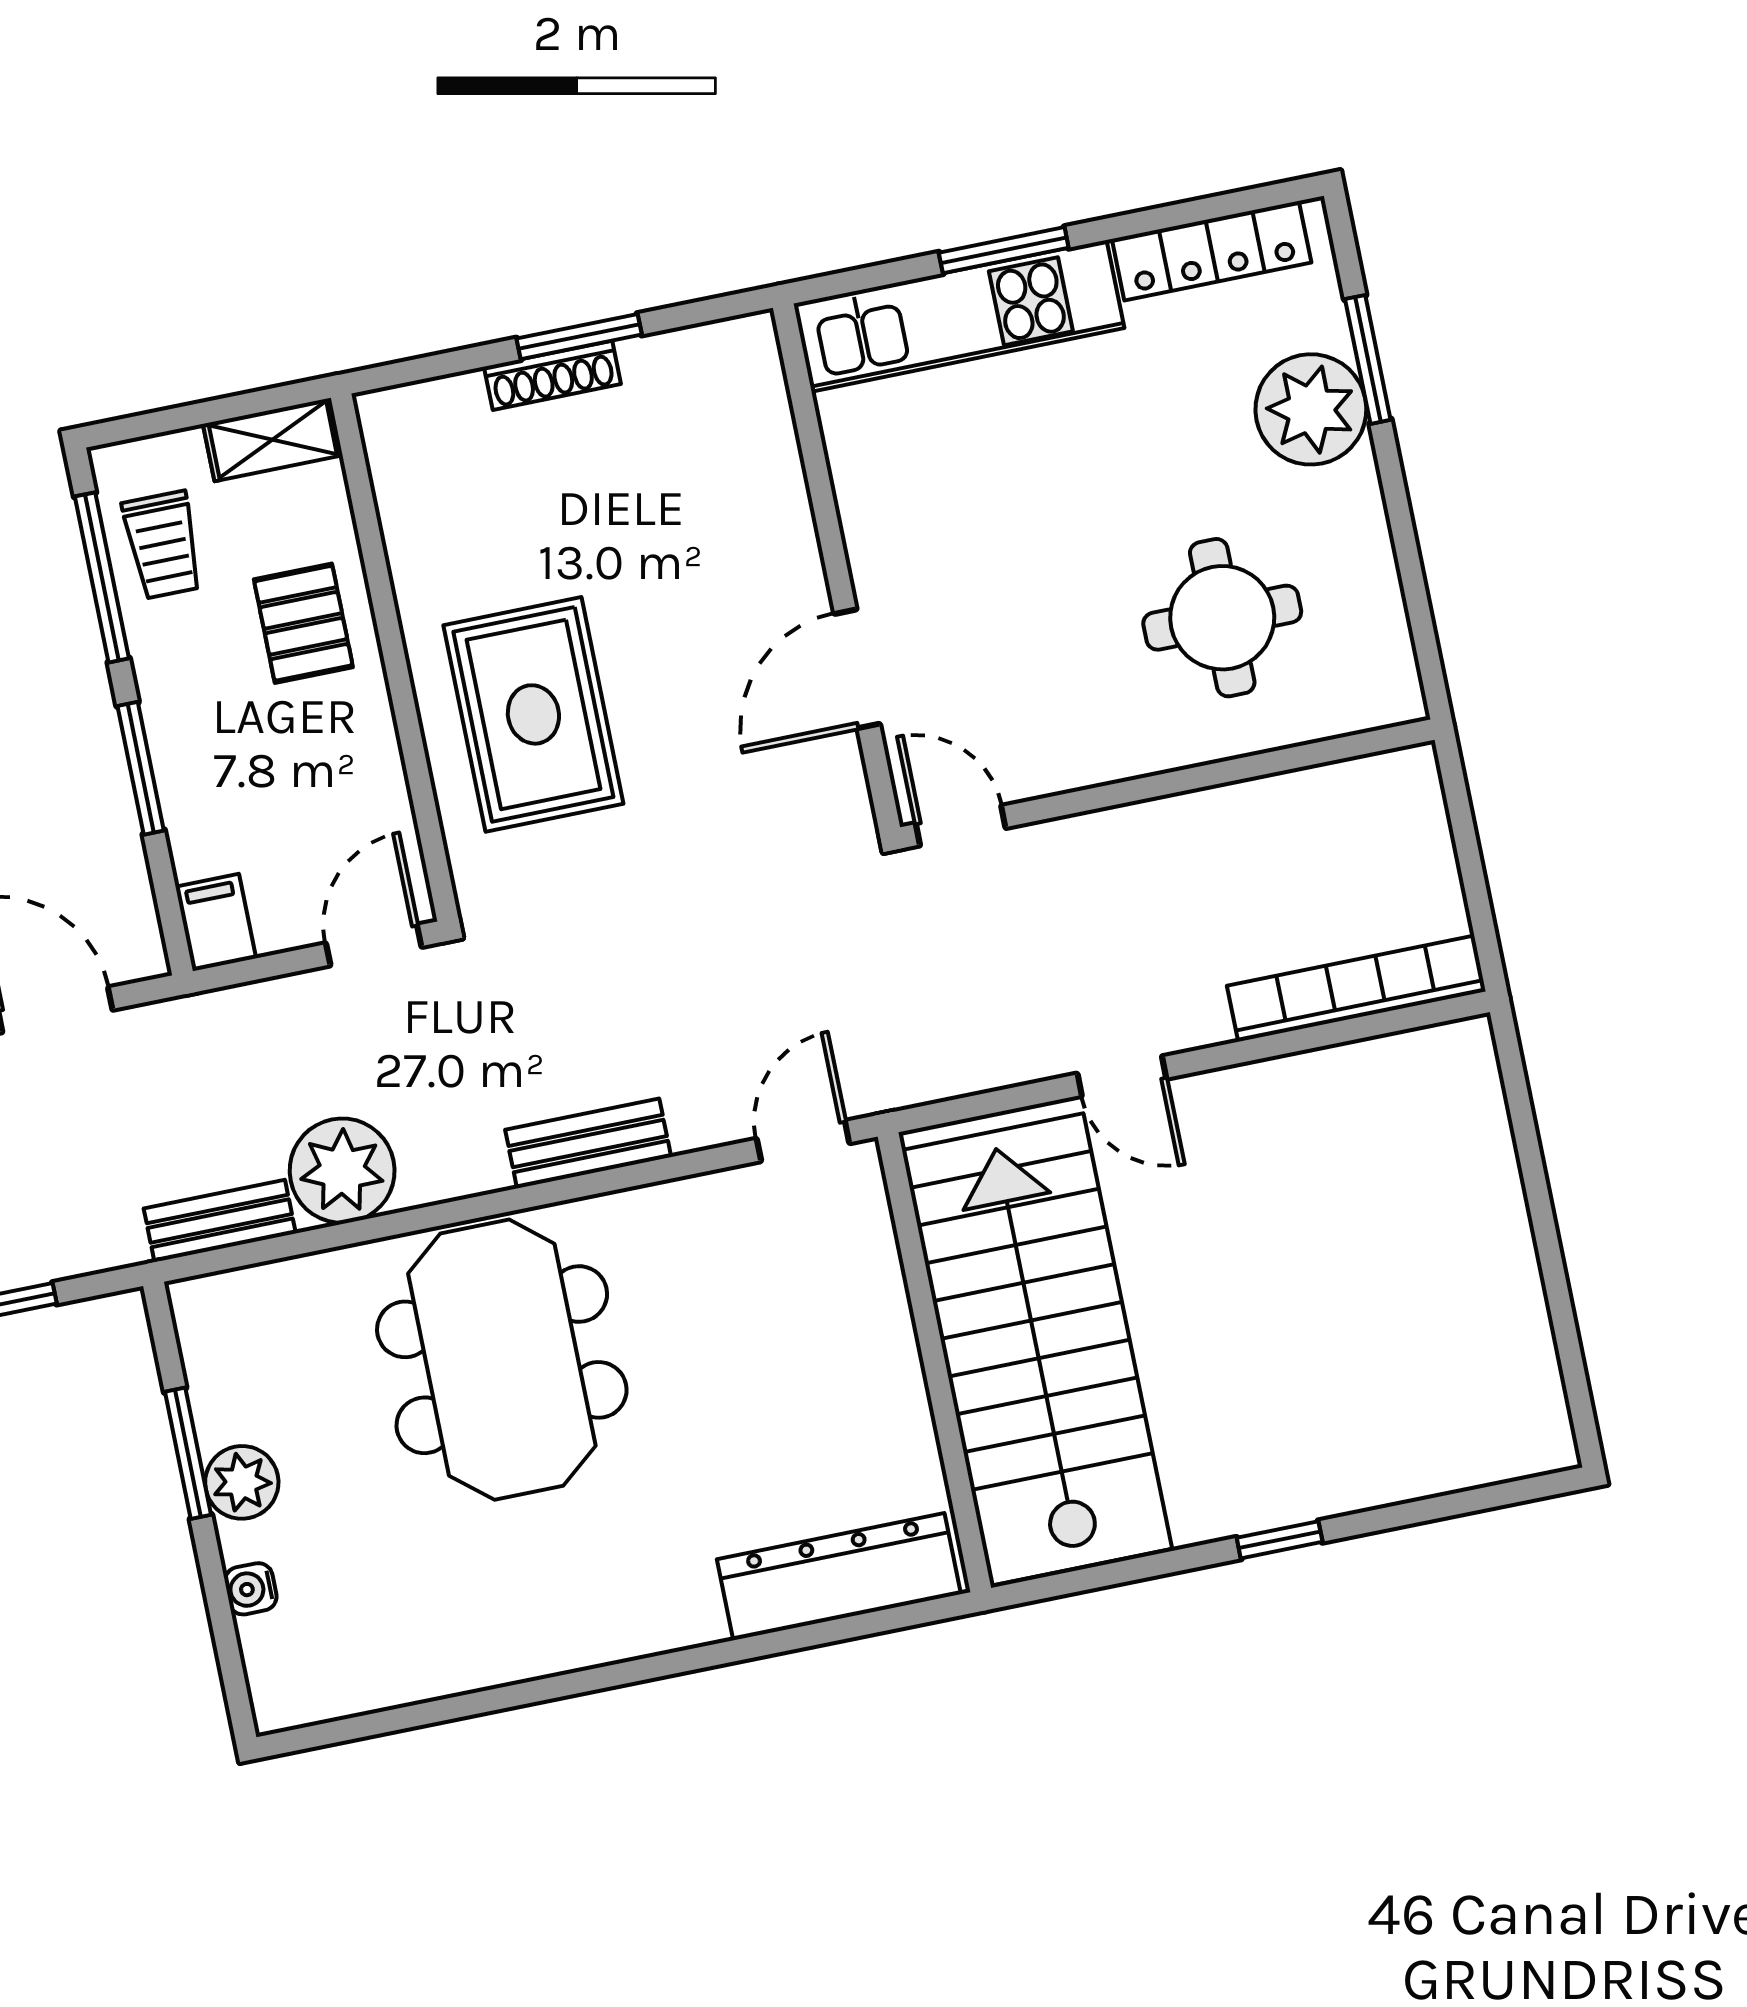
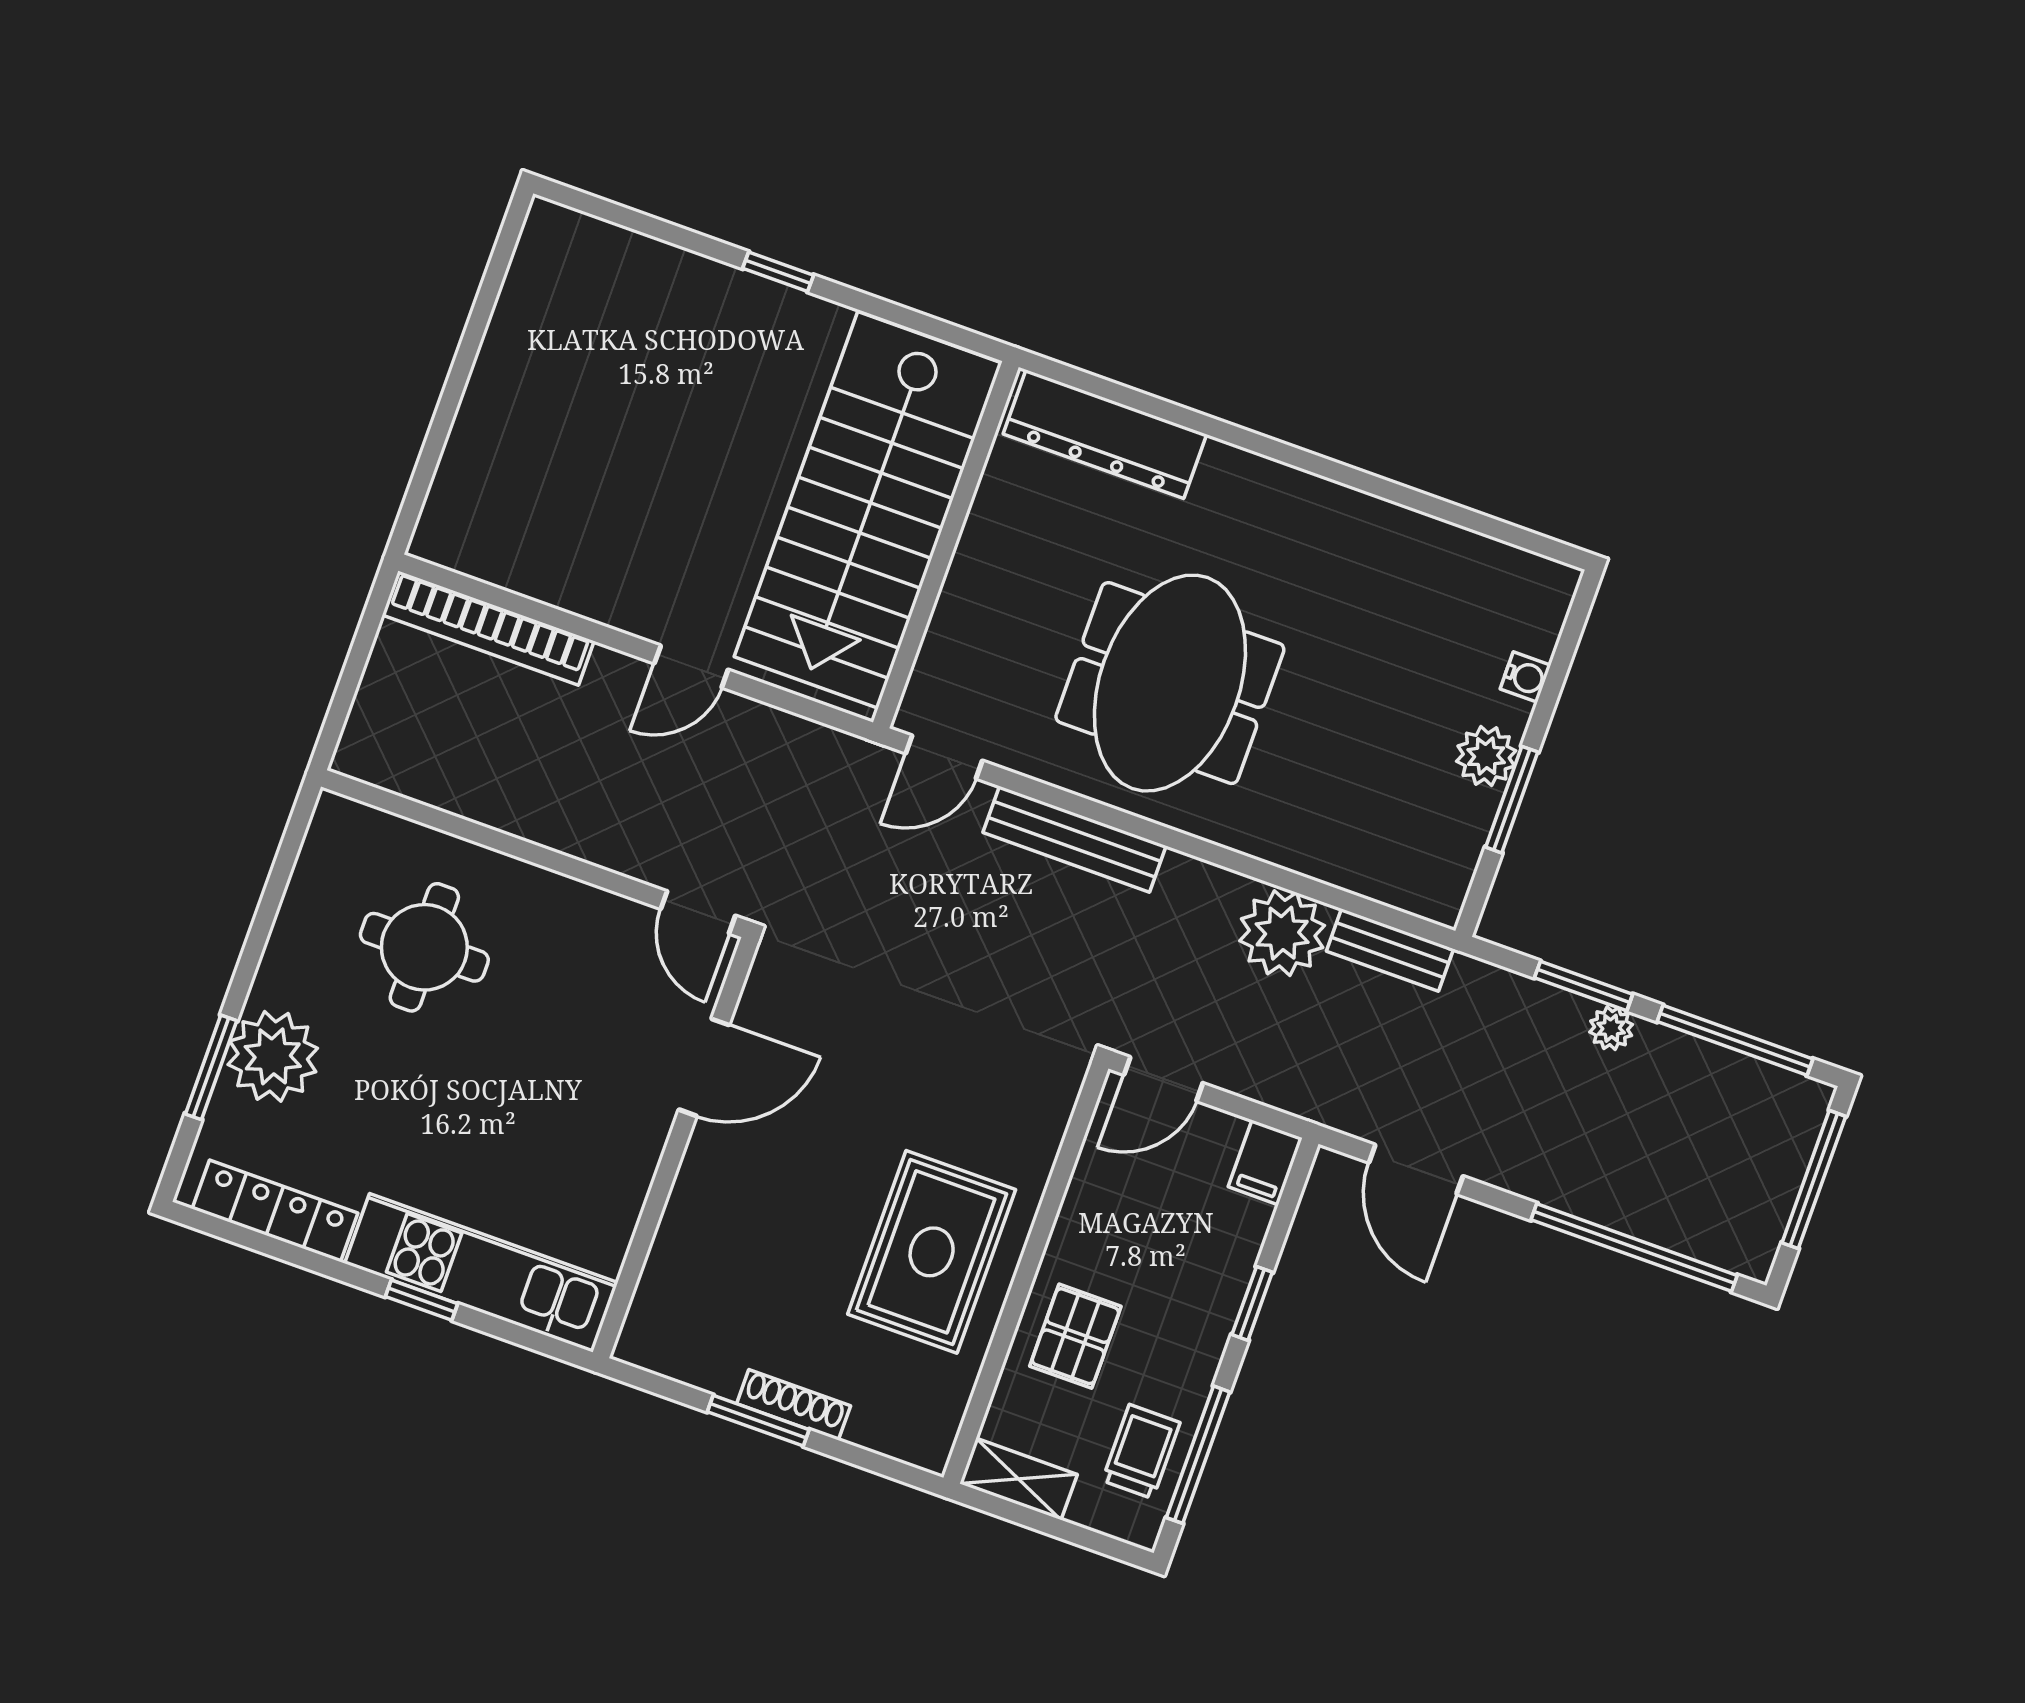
window: (1004, 250) -> (422, 1300), width x0.67
rug: (533, 714) -> (932, 1252), moved
window: (141, 768) -> (1252, 1303), width x0.67
door: (1122, 1076) -> (691, 667), swing flipped
bench: (588, 1143) -> (1075, 839), width x1.36
meeting table: (502, 1360) -> (1170, 683), moved

